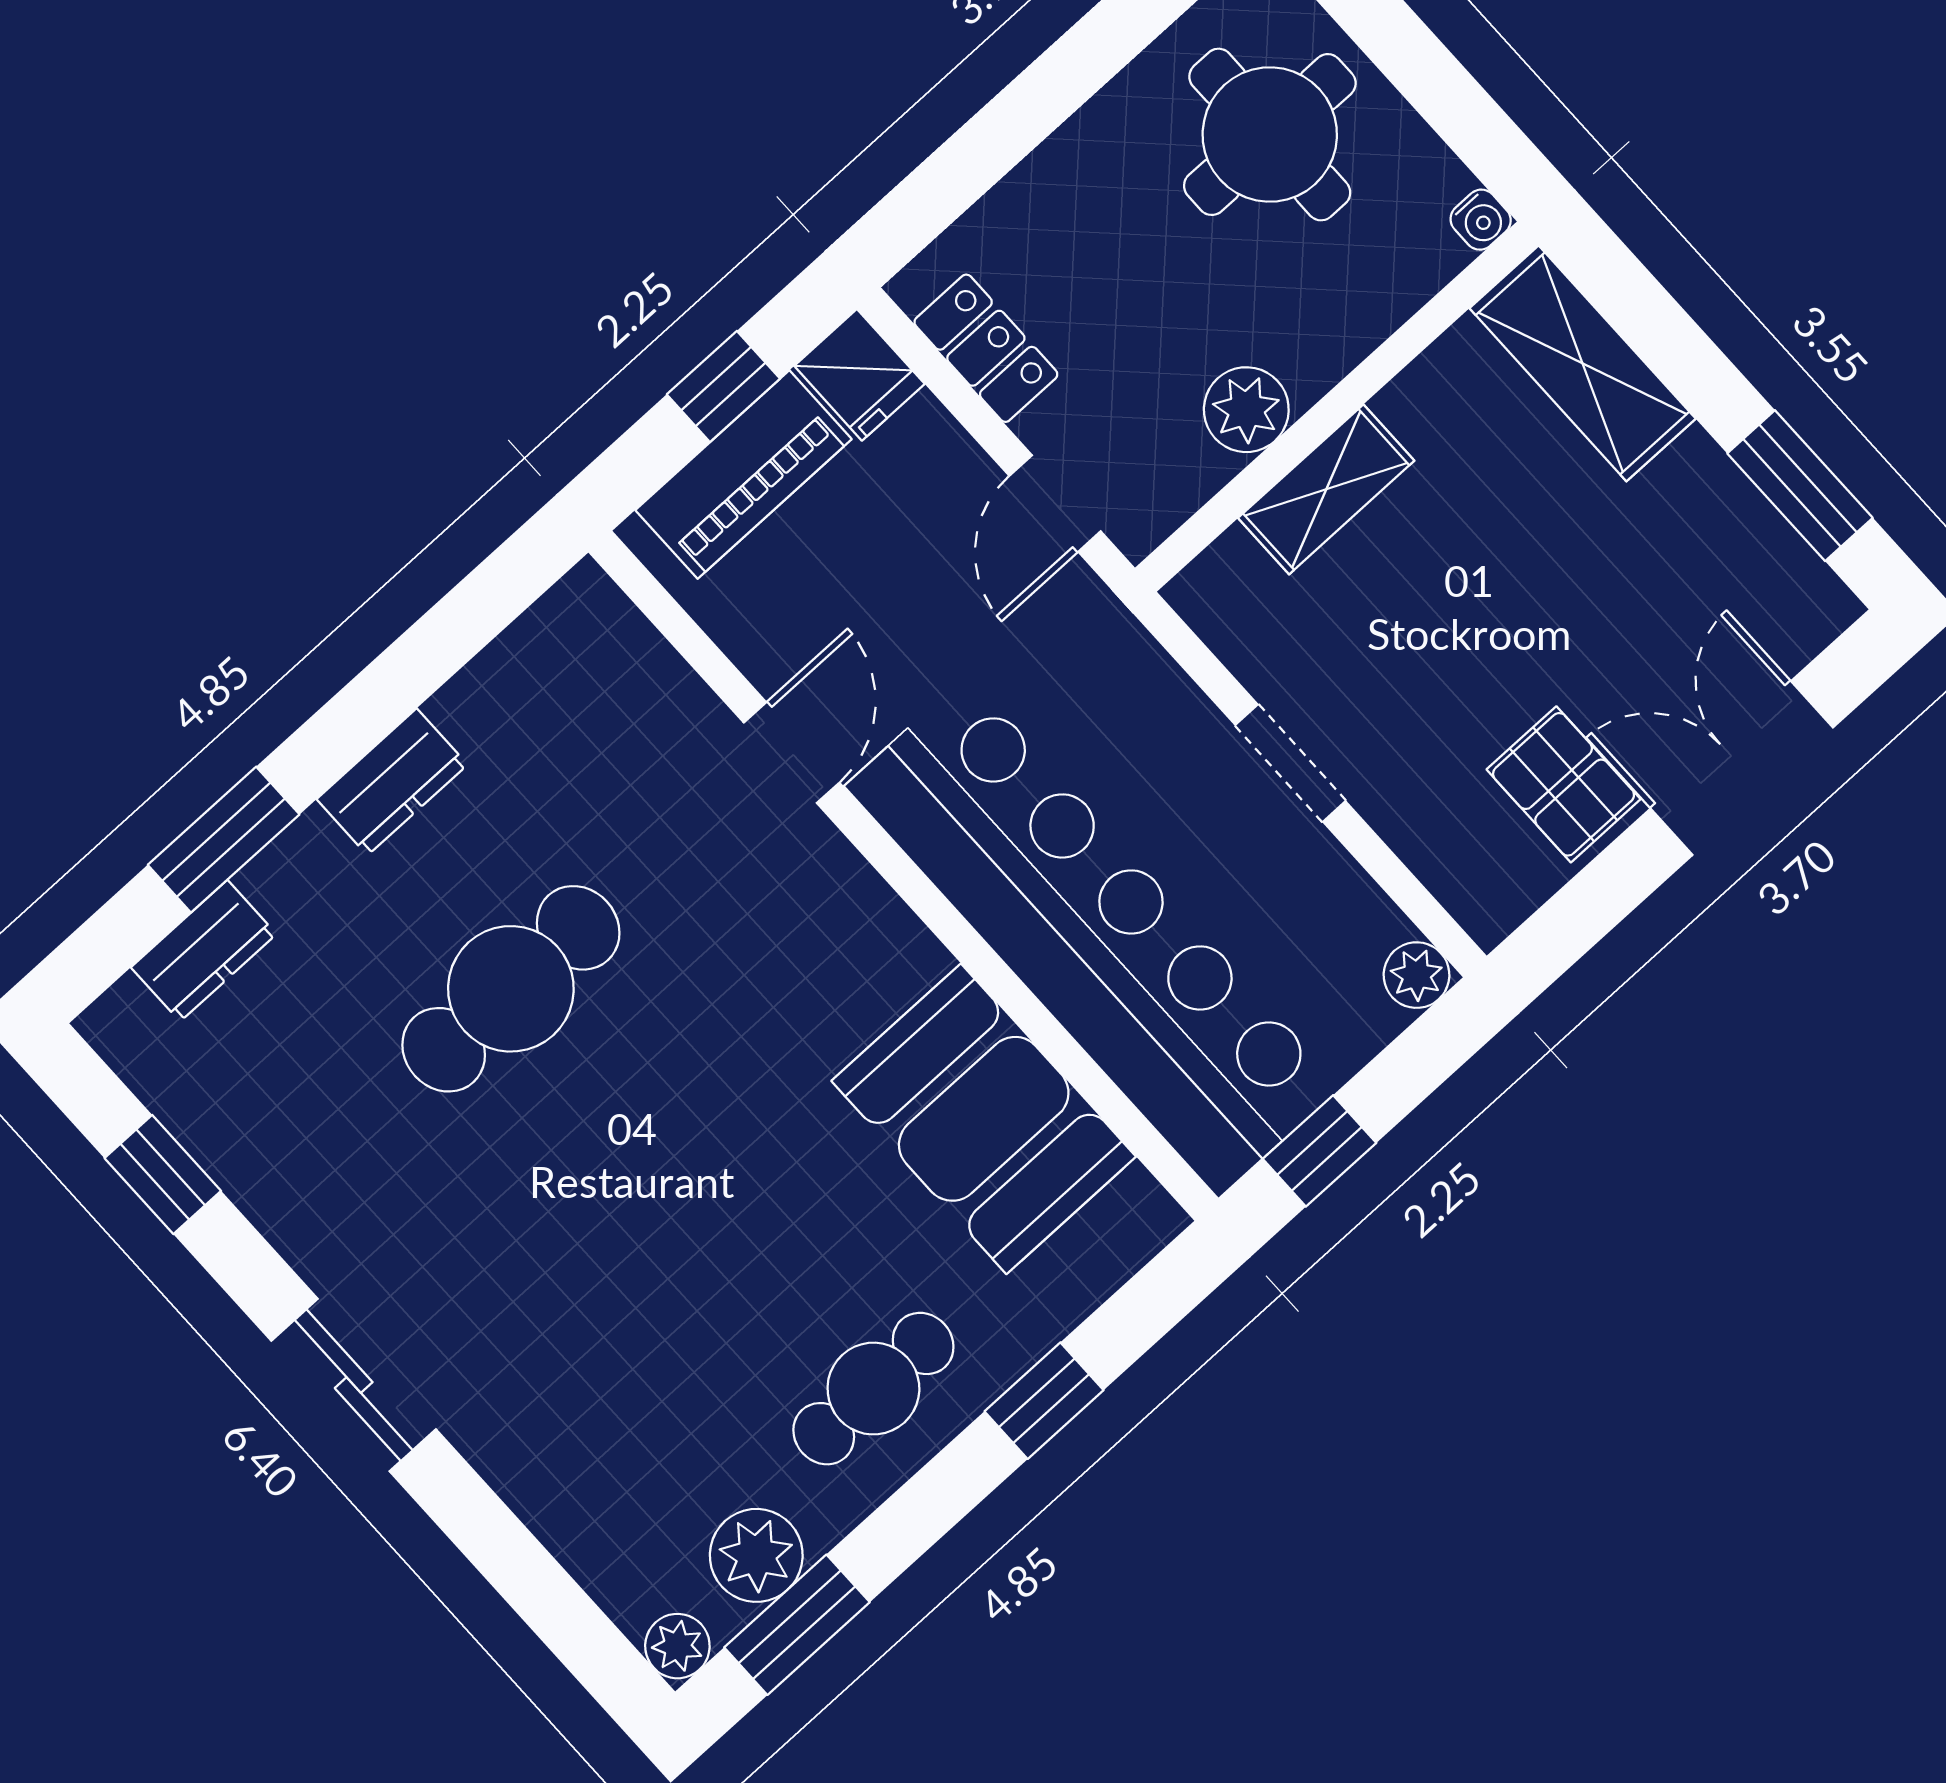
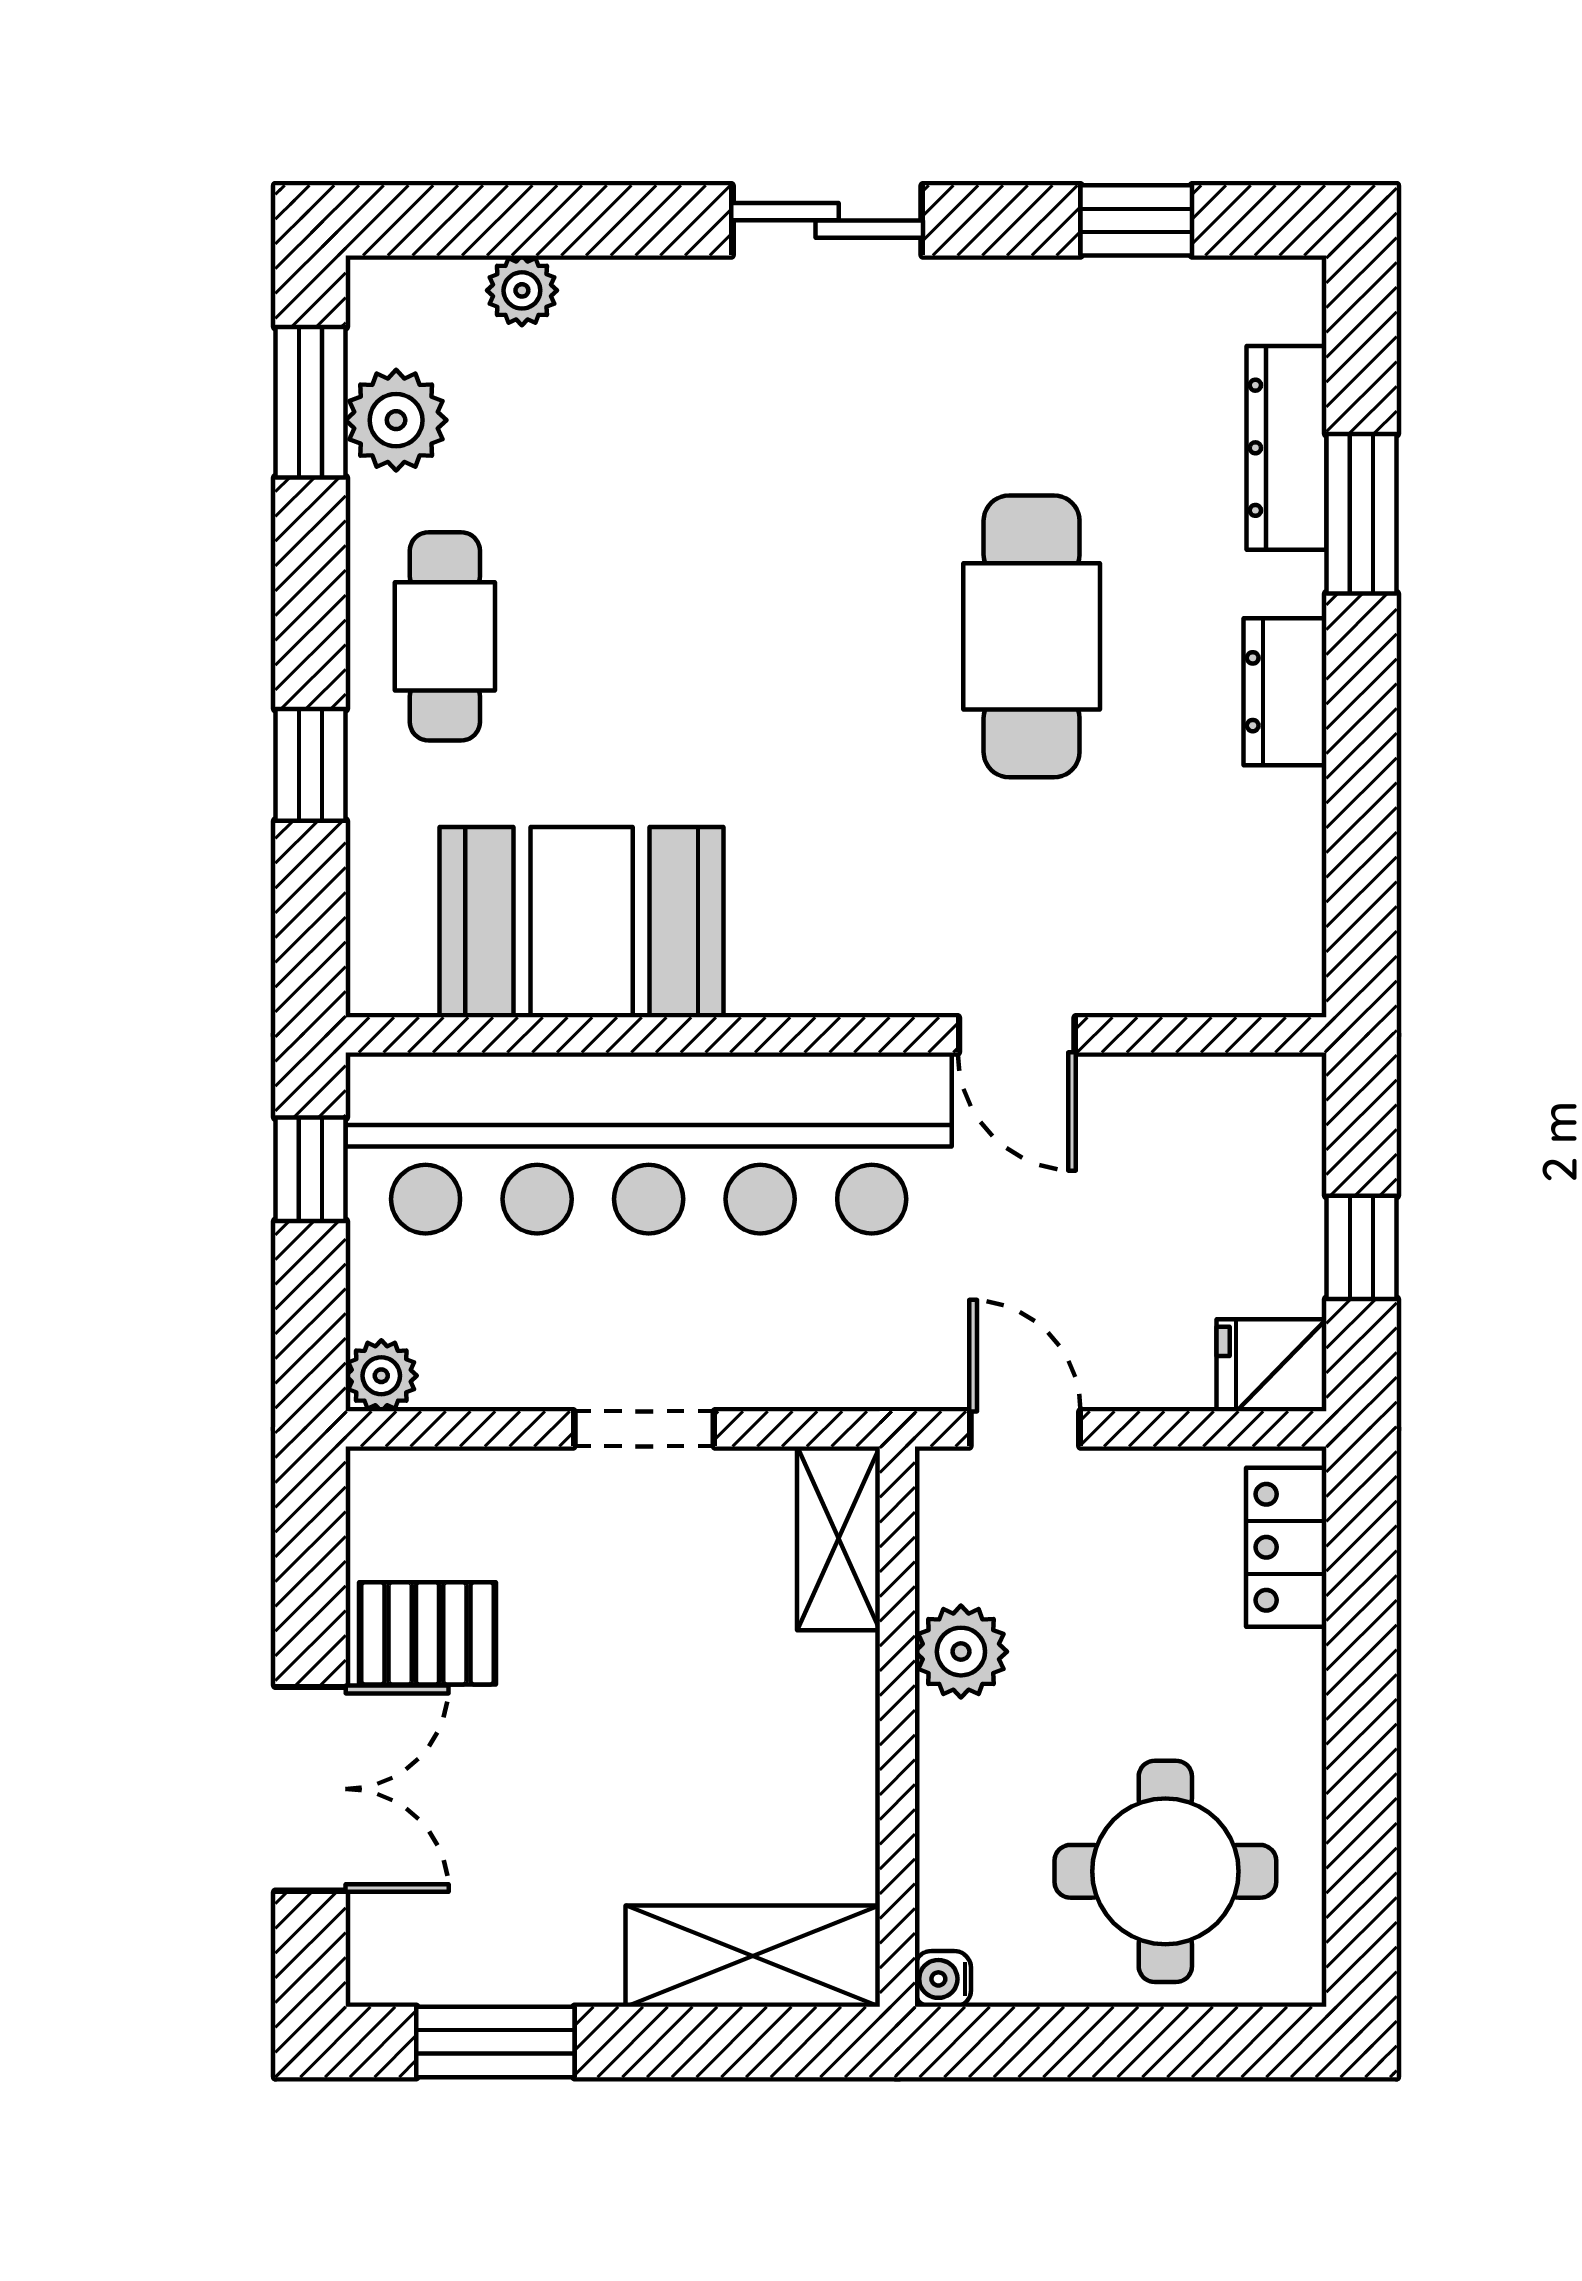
locker: (986, 348) -> (1286, 1547), moved, turned 90
piano: (743, 475) -> (1276, 1199), removed
shelving: (1326, 489) -> (838, 1538), moved
dresser: (204, 951) -> (1287, 448), width x1.44
plant: (677, 1646) -> (522, 290), moved

